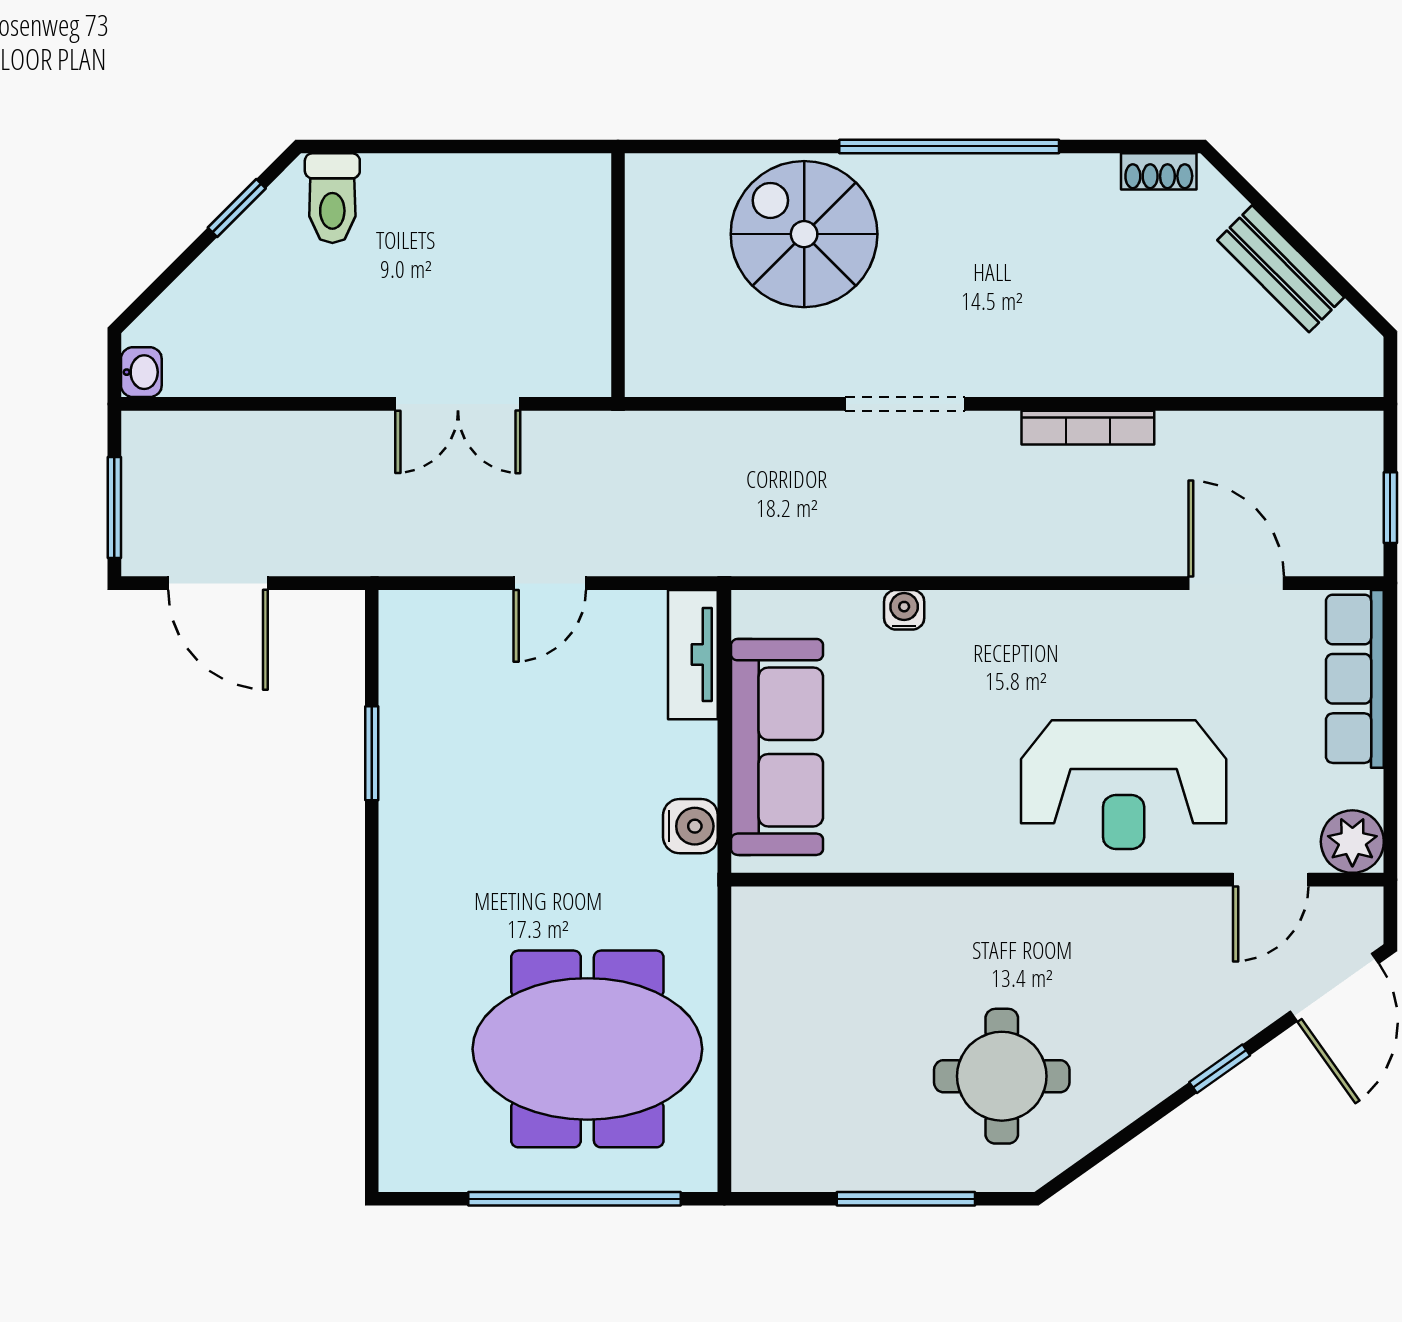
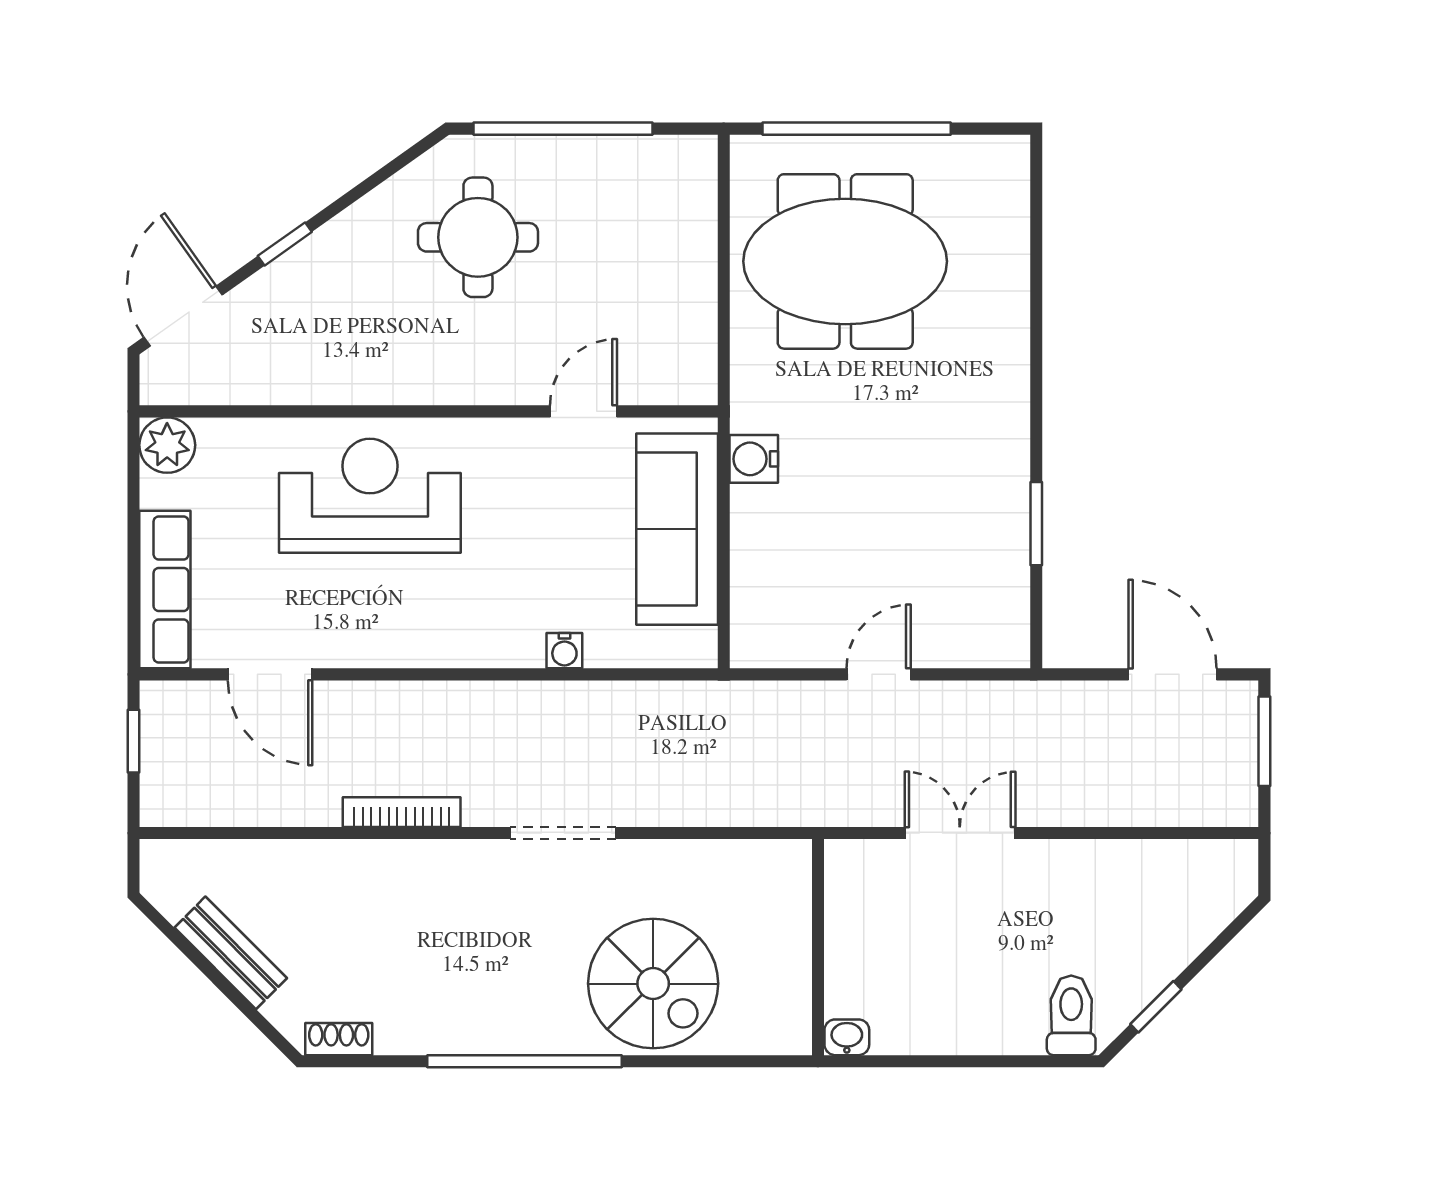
washbasin: (141, 372) -> (847, 1037), moved, turned 90
tv unit: (693, 655) -> (752, 611), removed
door: (1271, 880) -> (584, 411), moved
window: (906, 1199) -> (563, 129), width x1.46

